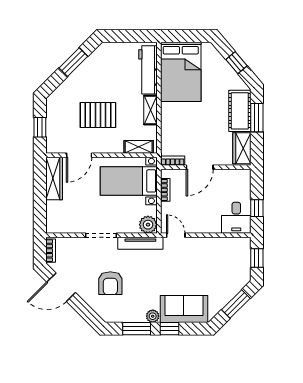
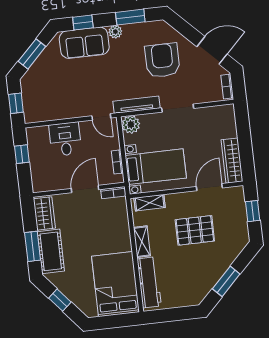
desk: (236, 218) -> (65, 139), moved
armchair: (110, 283) -> (162, 60), width x1.36, depth x1.36
window: (170, 329) -> (83, 23), moved

